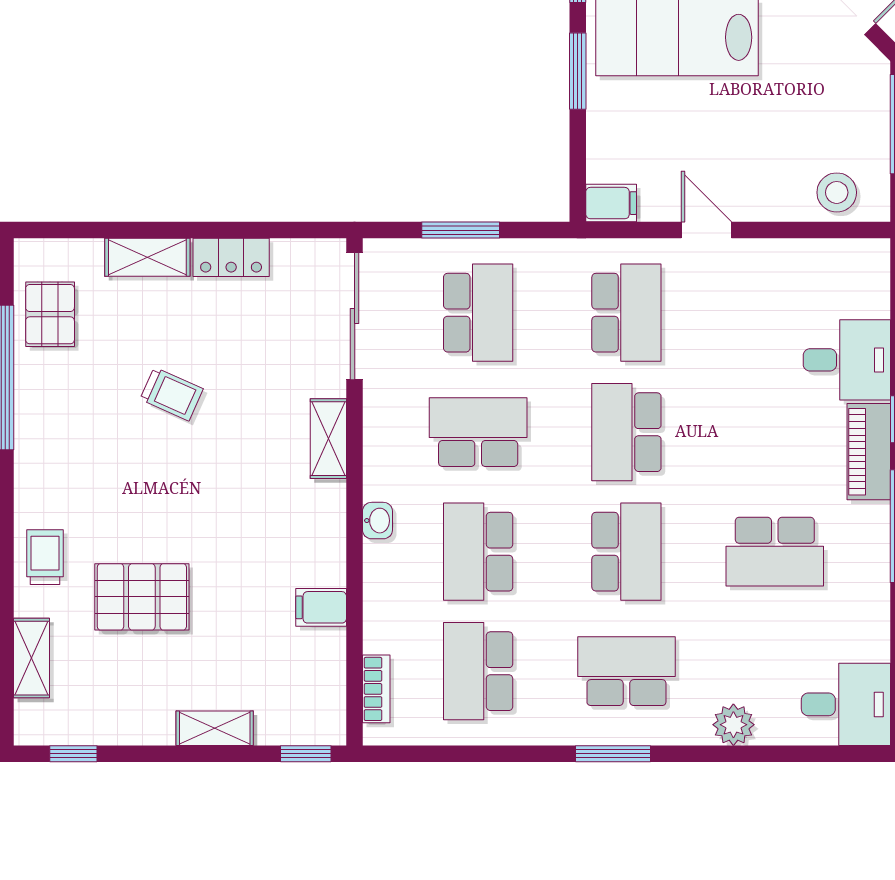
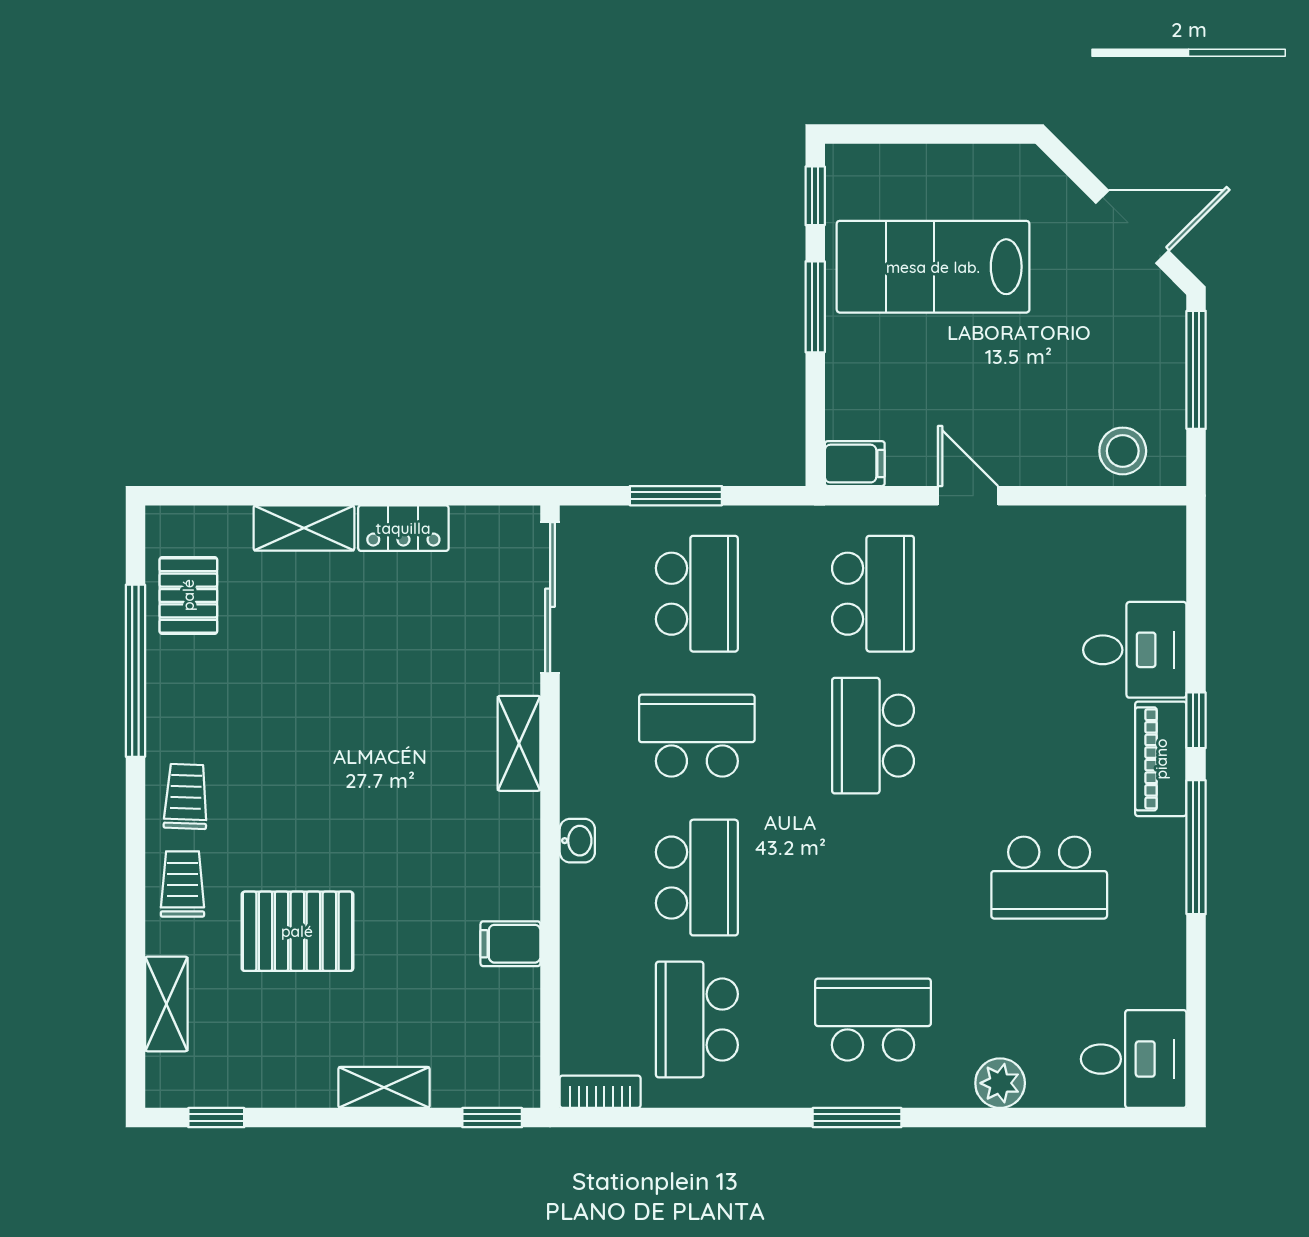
trolley: (172, 394) -> (186, 796), moved, turned -112
school desk: (478, 552) -> (697, 878), turned 180
school desk: (626, 552) -> (873, 878), removed
bookcase: (376, 689) -> (600, 1092), moved, turned -90

